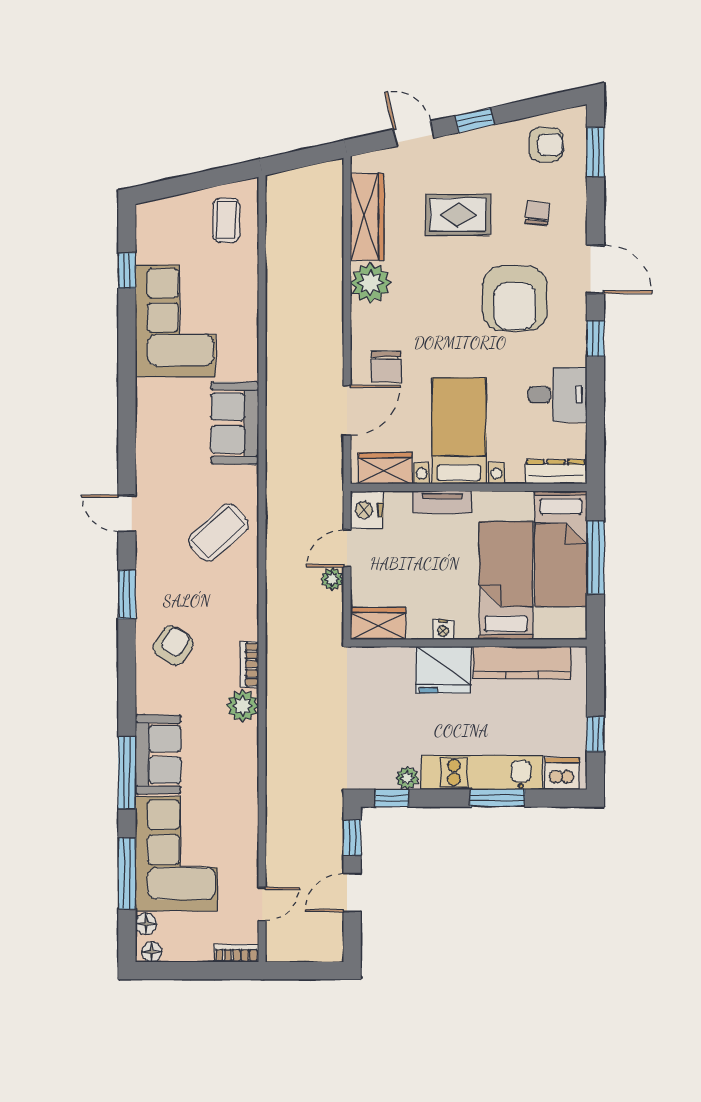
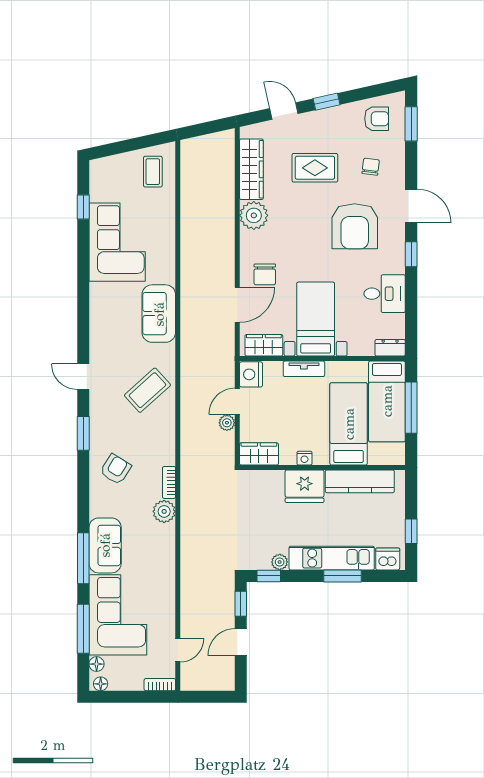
dresser: (556, 472) -> (390, 348), width x0.70

